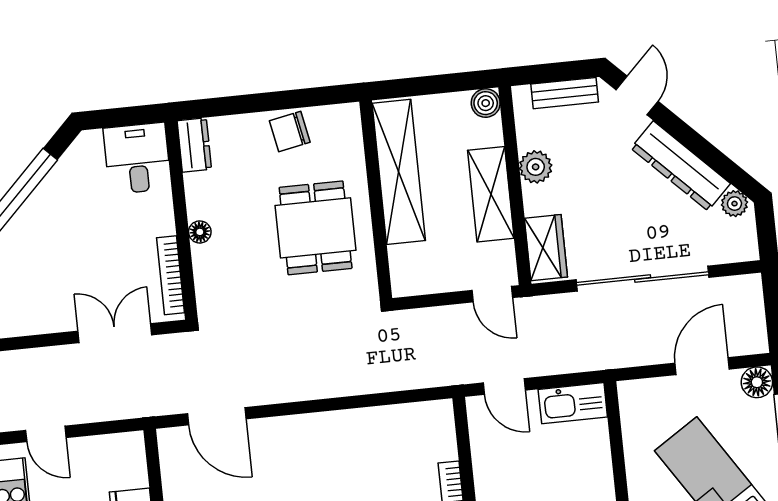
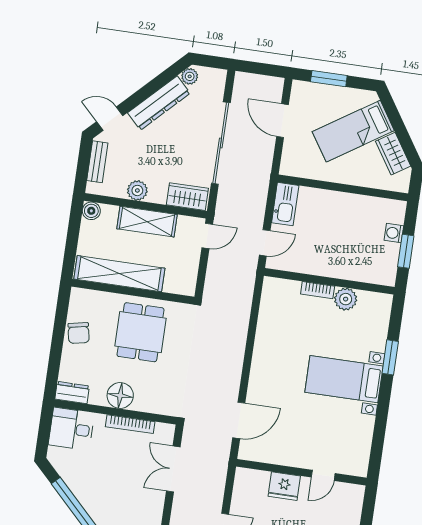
dining table: (316, 228) -> (141, 332), turned 90
floor lamp: (200, 232) -> (120, 396), width x1.89, depth x1.89
bookcase: (171, 275) -> (130, 424), moved
floor lamp: (757, 382) -> (301, 90), removed

